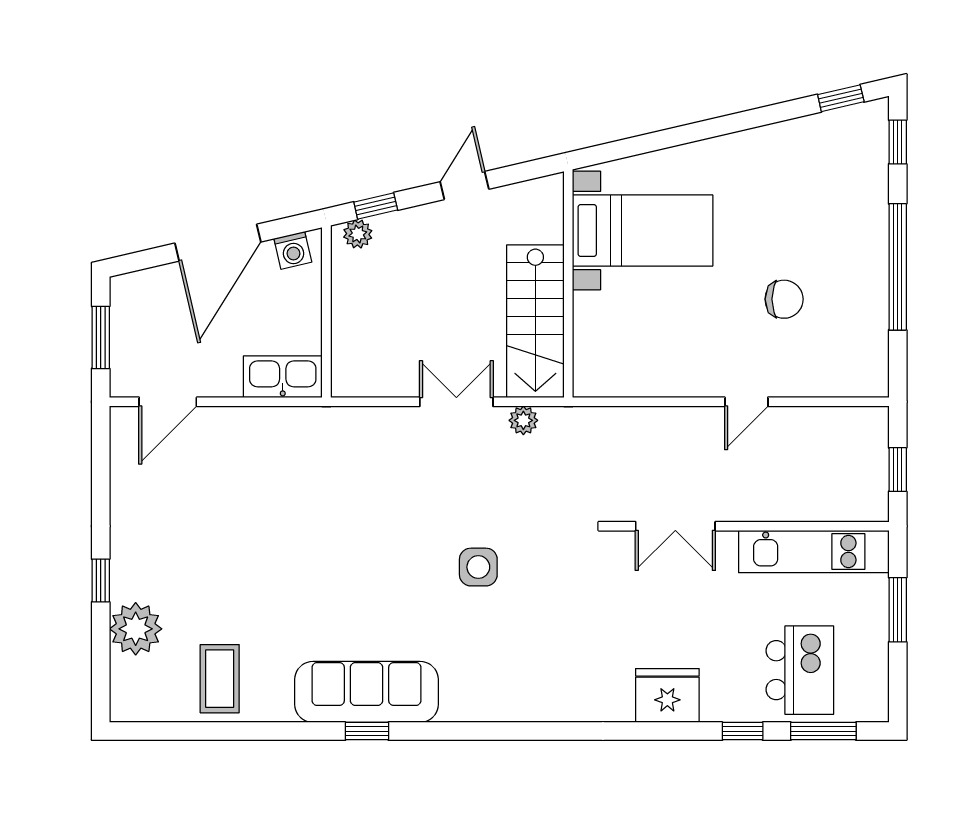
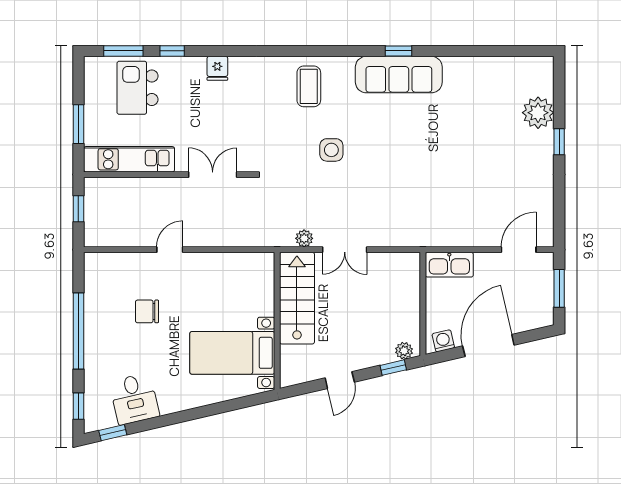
desk: (805, 154) -> (134, 399), added
coffee table: (220, 679) -> (309, 86), moved
fridge: (667, 695) -> (217, 68), width x0.53, depth x0.75

